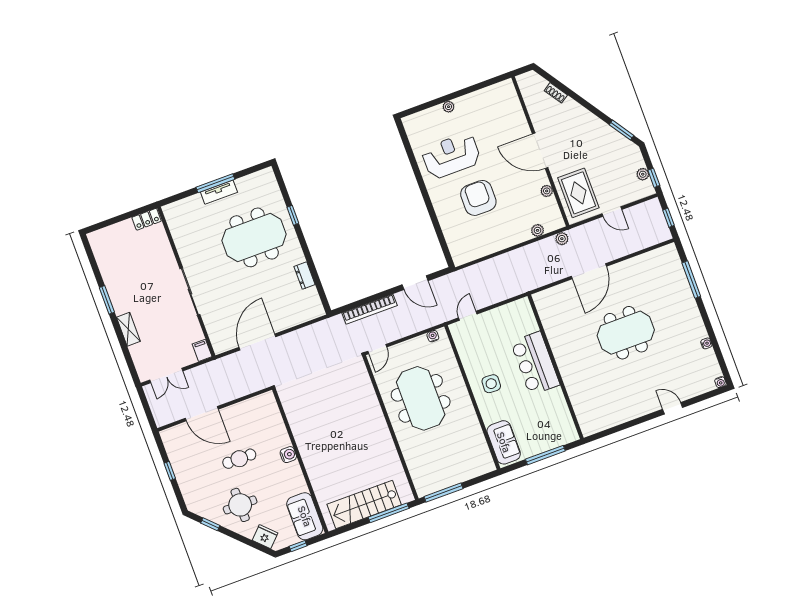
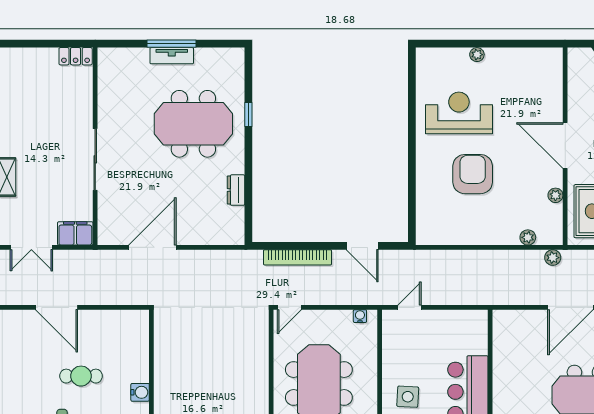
filing cabinet: (202, 350) -> (75, 233), width x2.00

